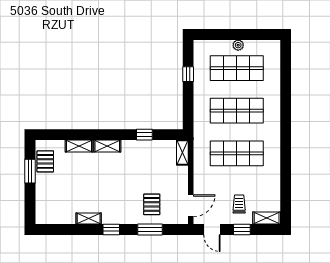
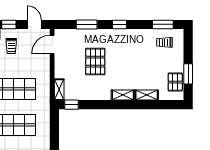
window: (144, 135) -> (71, 105), moved
pallet: (152, 204) -> (95, 62), moved, width x1.50, depth x1.42
trolley: (58, 208) -> (164, 42), added
shelving: (89, 219) -> (139, 34), removed
window: (60, 229) -> (163, 24), added

